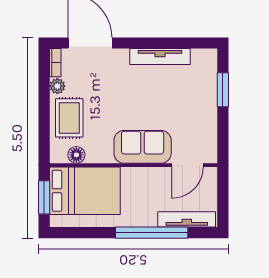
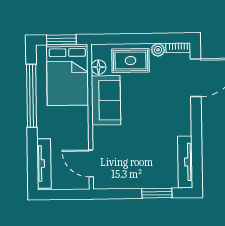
tv unit: (160, 57) -> (185, 162), moved
sofa: (143, 147) -> (106, 100), moved
window: (152, 233) -> (32, 96), moved

